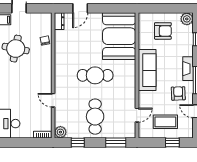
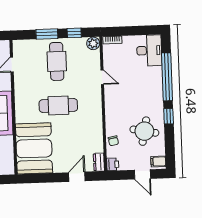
printer: (46, 19) -> (113, 164), added
window: (116, 142) -> (47, 34), moved

